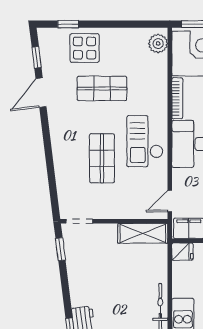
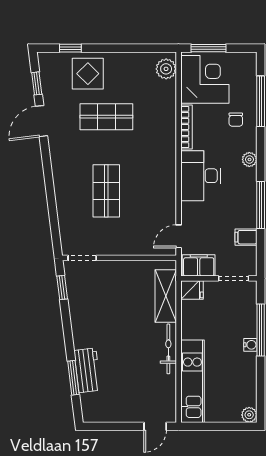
checkout: (145, 141) -> (152, 173), removed
shelving: (143, 233) -> (166, 296), moved, turned 90

